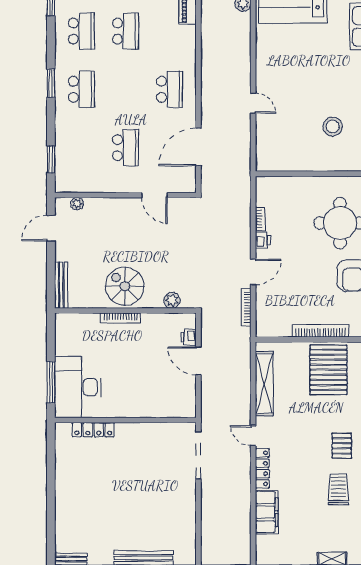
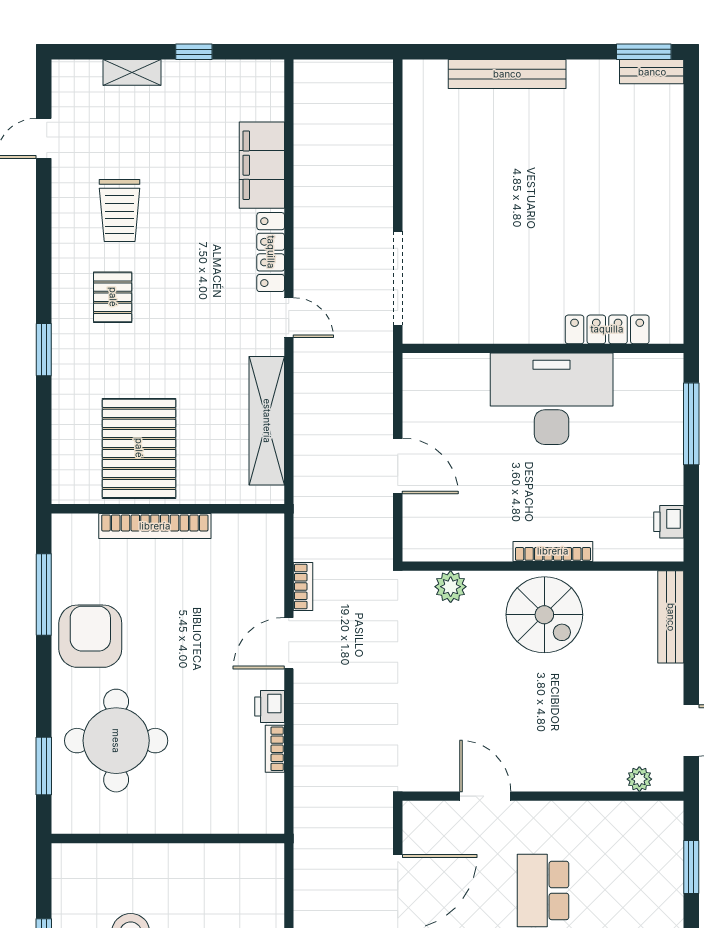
bookcase: (246, 307) -> (303, 587), width x0.64
printer: (189, 337) -> (669, 522), moved, turned 180
desk: (78, 387) -> (552, 399), moved, turned -90

